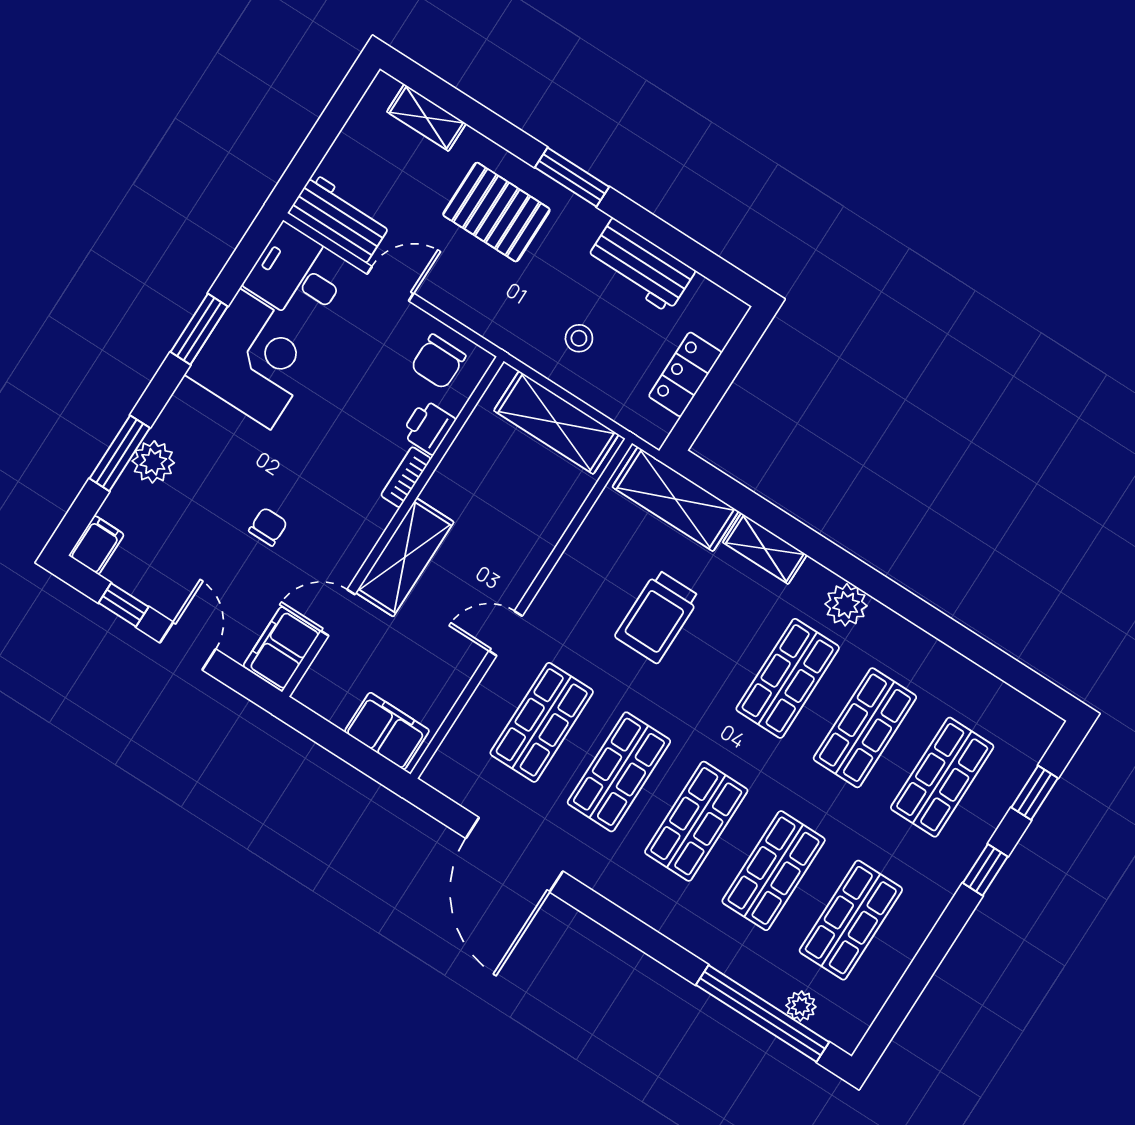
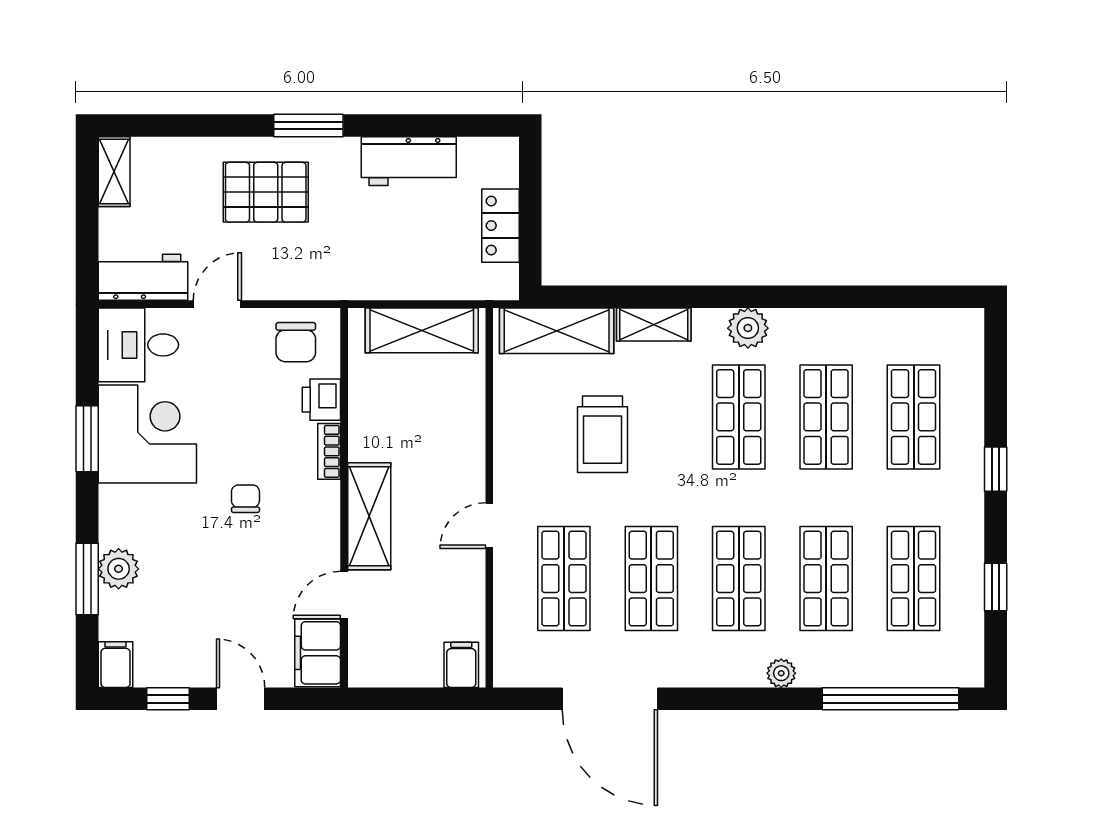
shelving: (426, 118) -> (114, 172), moved, turned 90
stool: (579, 338) -> (397, 251), removed
chair: (268, 527) -> (245, 499), moved
filing cabinet: (387, 731) -> (461, 665), width x0.50
window: (1035, 793) -> (996, 587), moved
plant: (801, 1006) -> (781, 673), moved

